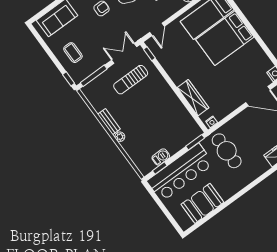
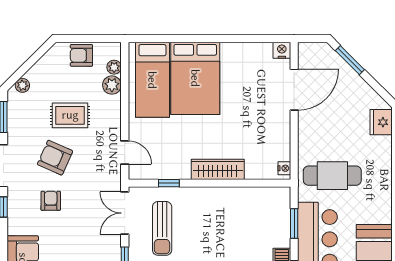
window: (149, 54) -> (169, 183), moved
wardrobe: (193, 98) -> (218, 169), moved
window: (195, 142) -> (294, 224), moved

